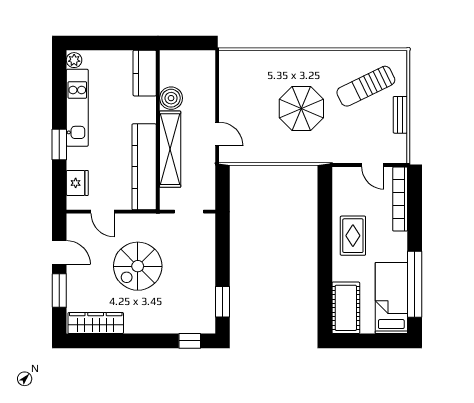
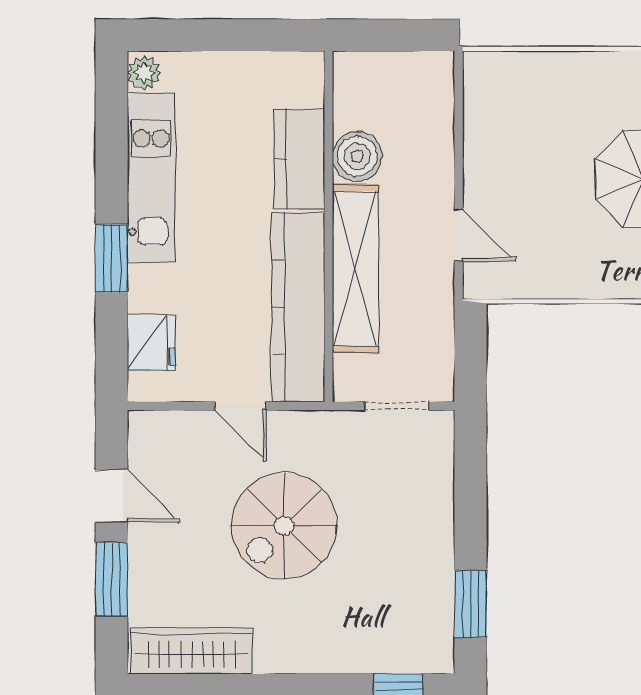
kitchen counter: (145, 73) -> (299, 159), moved
door: (103, 212) -> (241, 406), moved

